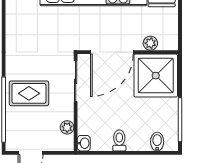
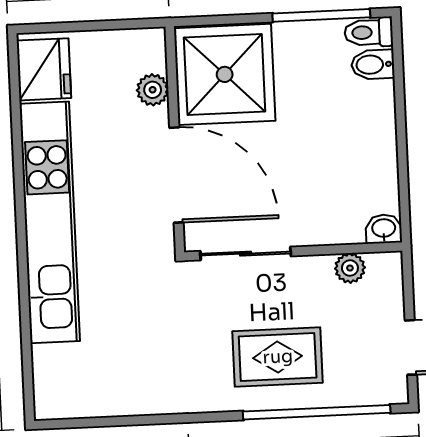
rug: (29, 93) -> (278, 357), turned 90
toilet: (119, 140) -> (369, 32), moved

